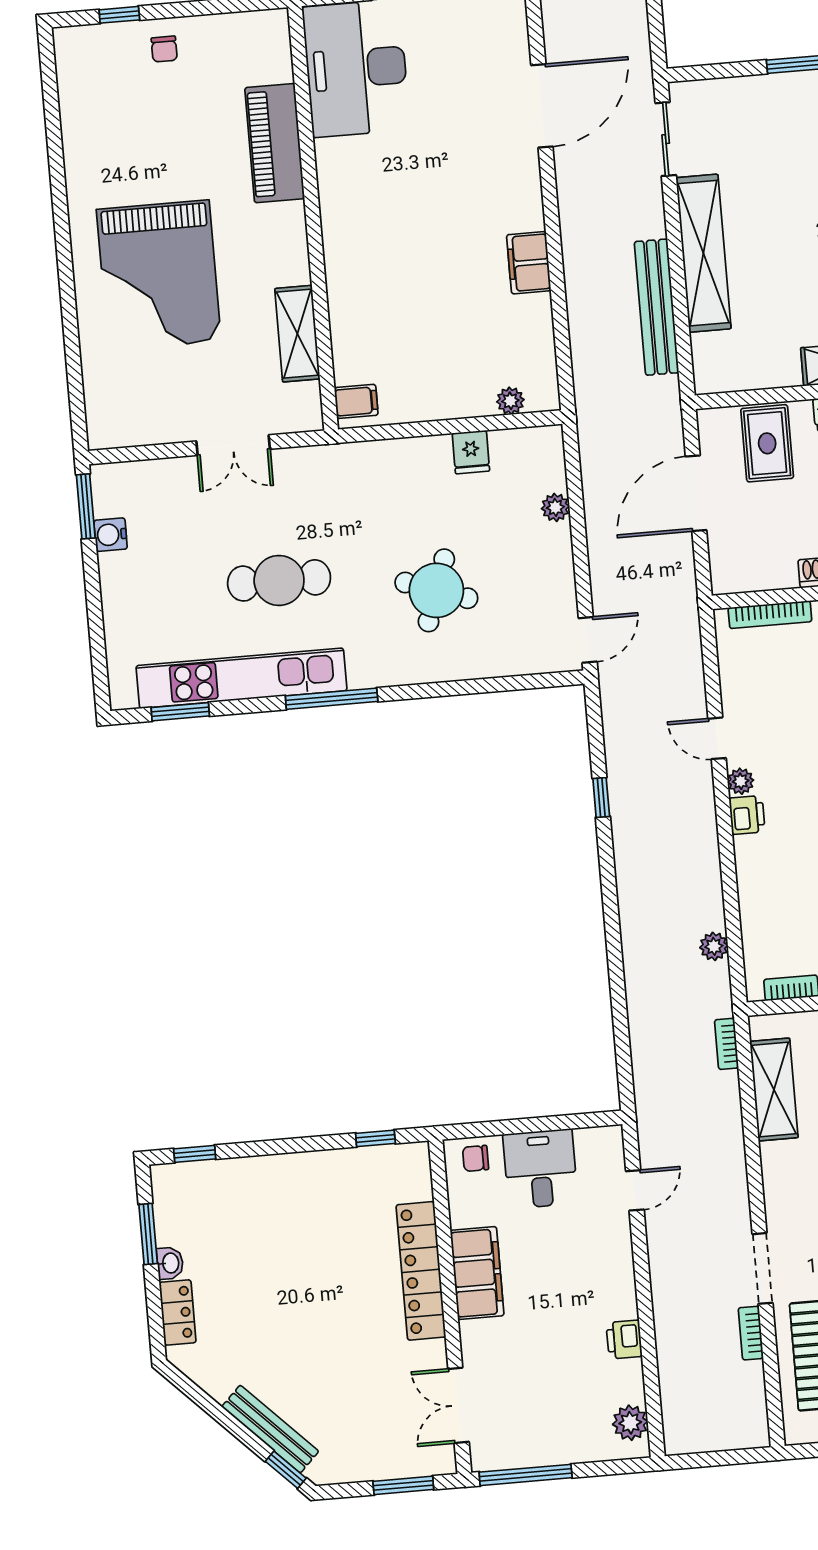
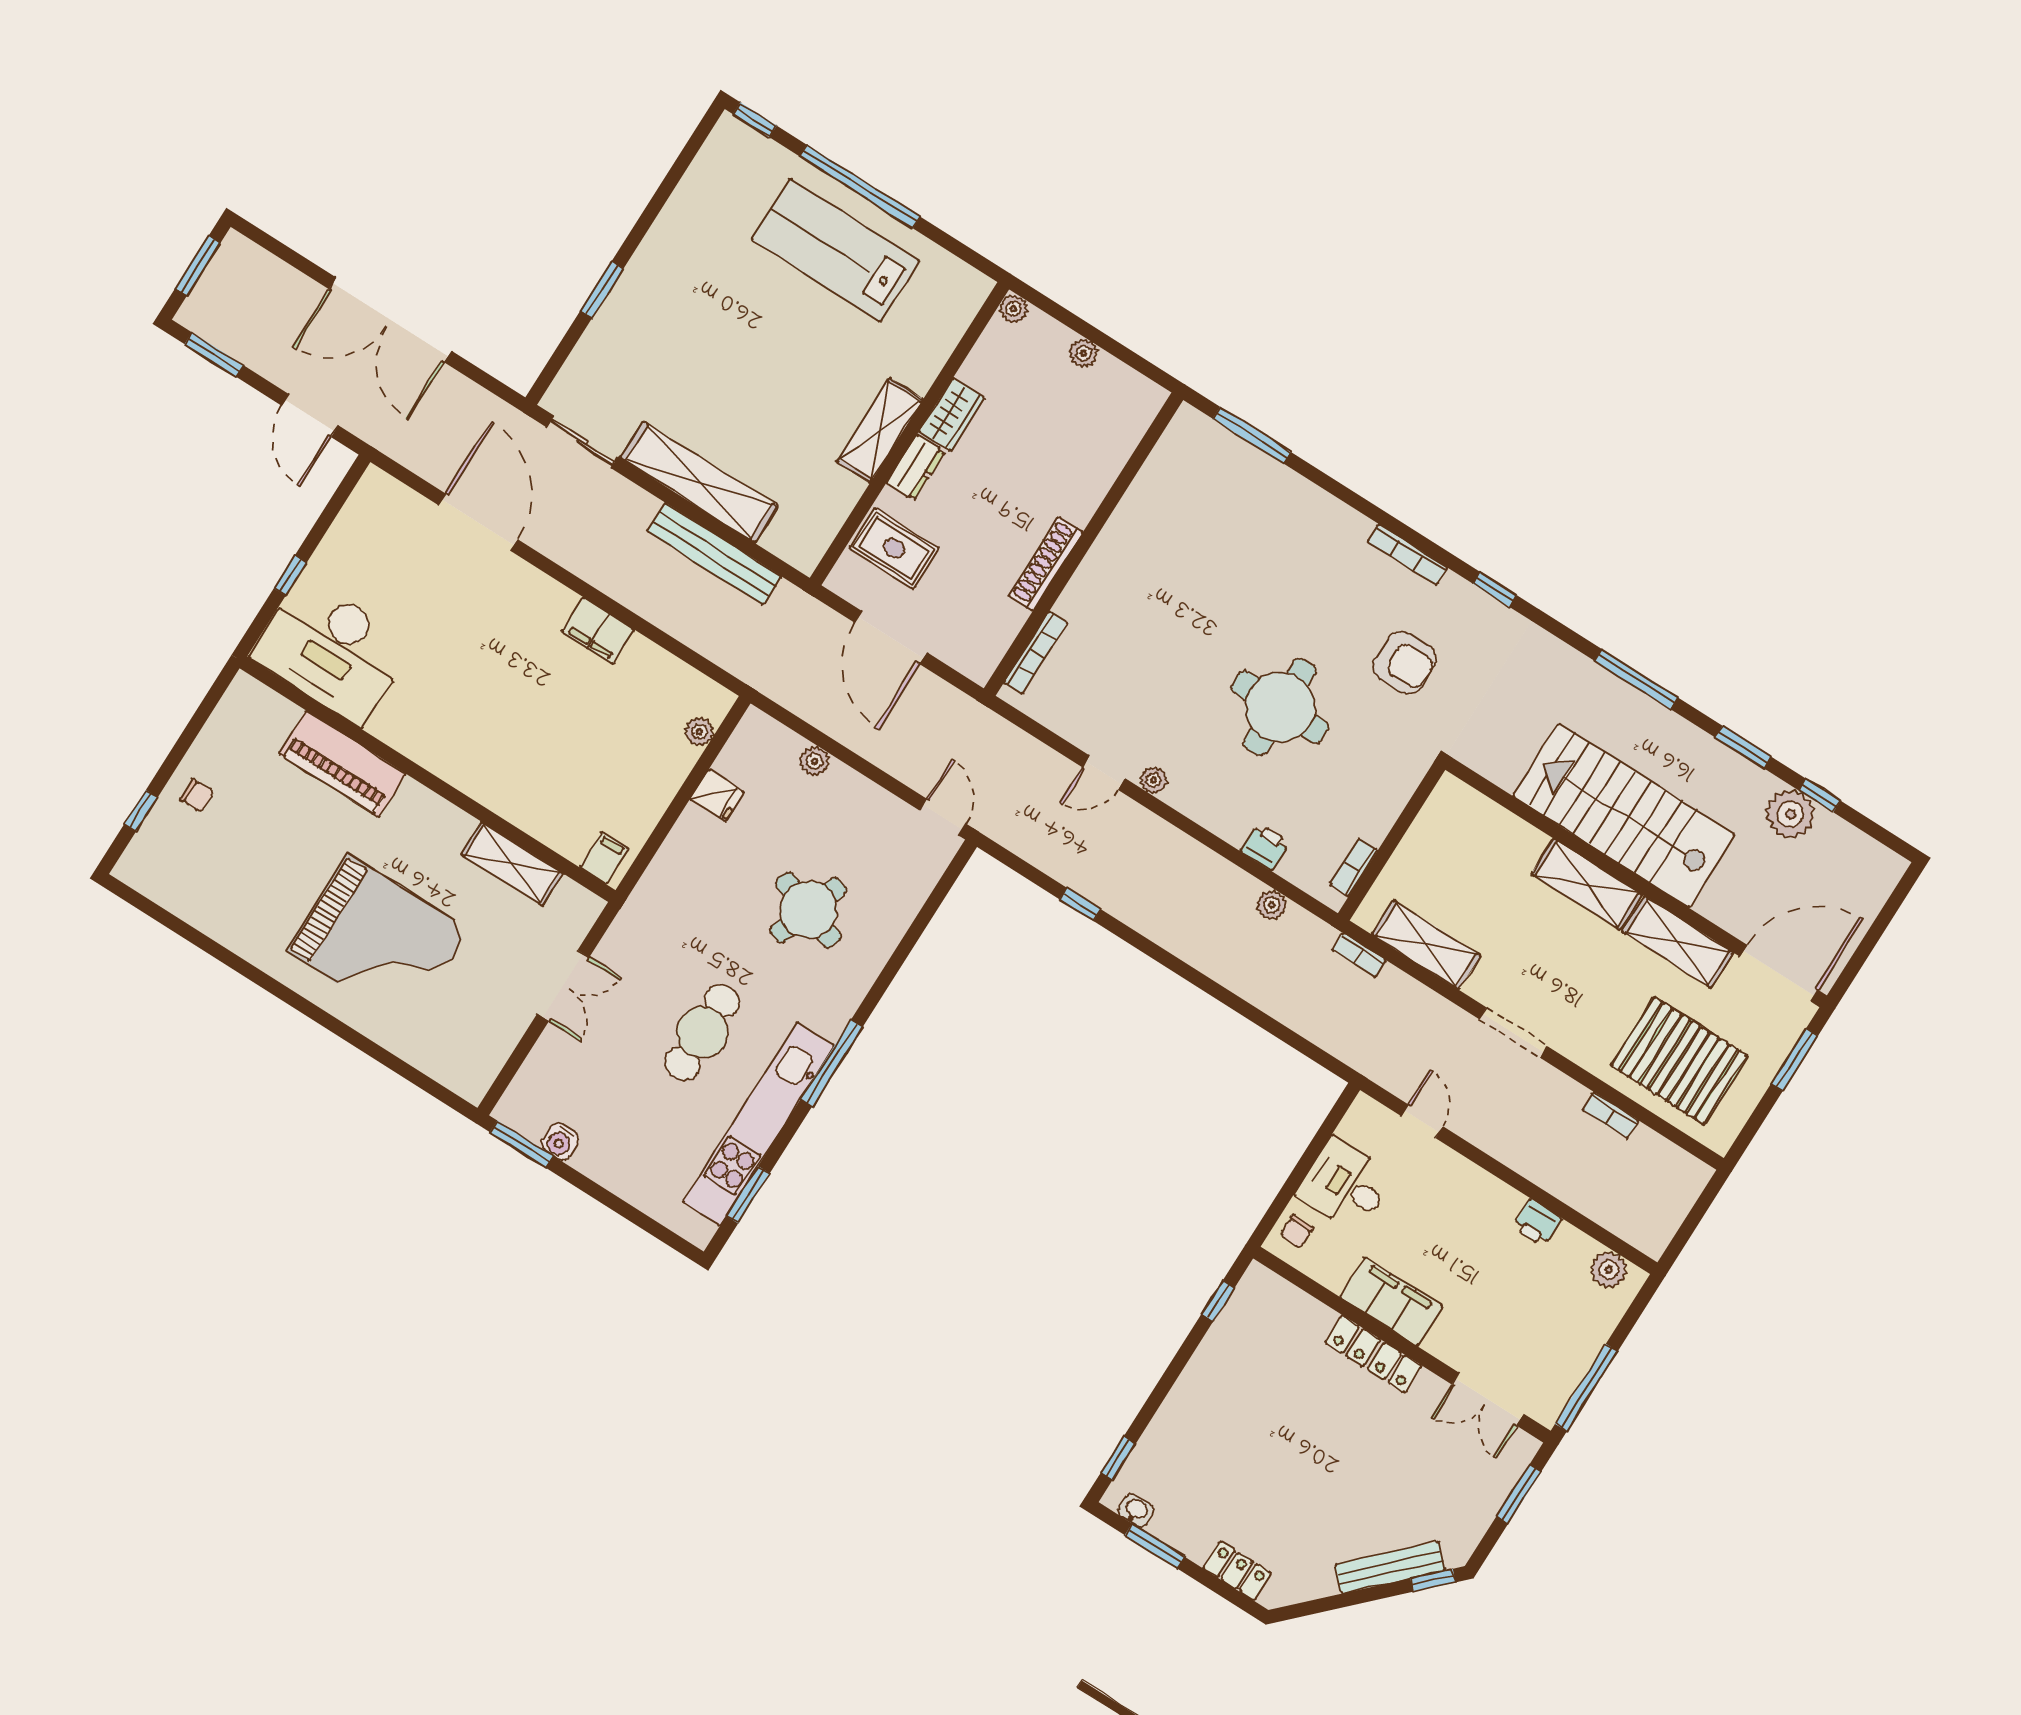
printer: (747, 815) -> (1265, 847), moved
washbasin: (170, 1263) -> (1136, 1510), moved
doorway: (762, 1268) -> (1513, 1033), moved
locker: (421, 1271) -> (1374, 1354), width x0.71, depth x0.83

